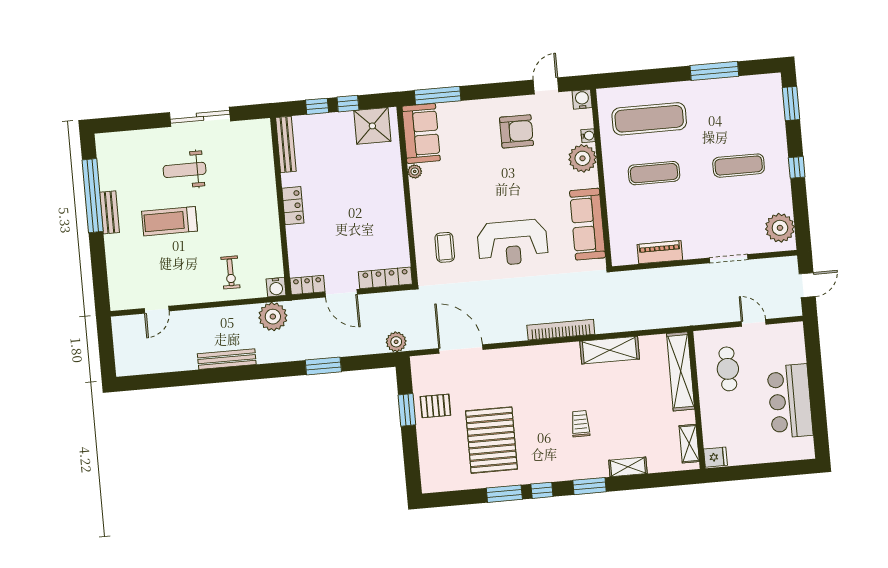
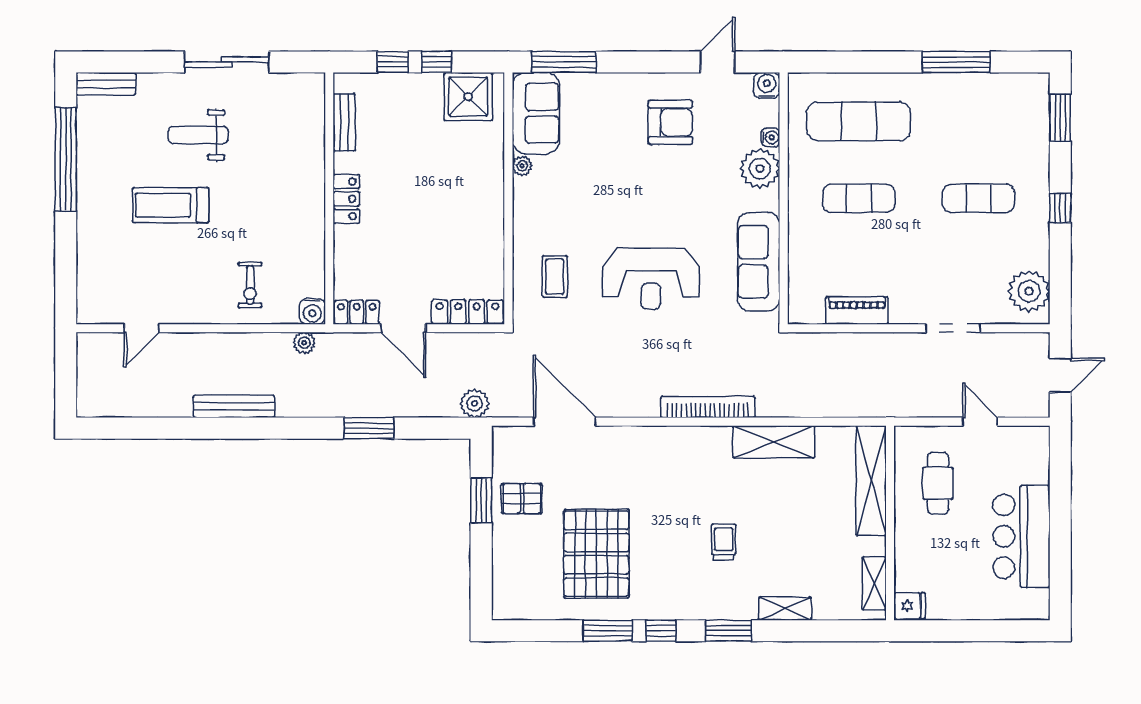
bench: (286, 144) -> (344, 122), width x0.73
bench: (110, 212) -> (106, 84), moved, turned 90
plant: (273, 317) -> (304, 343), width x0.53, depth x0.53

